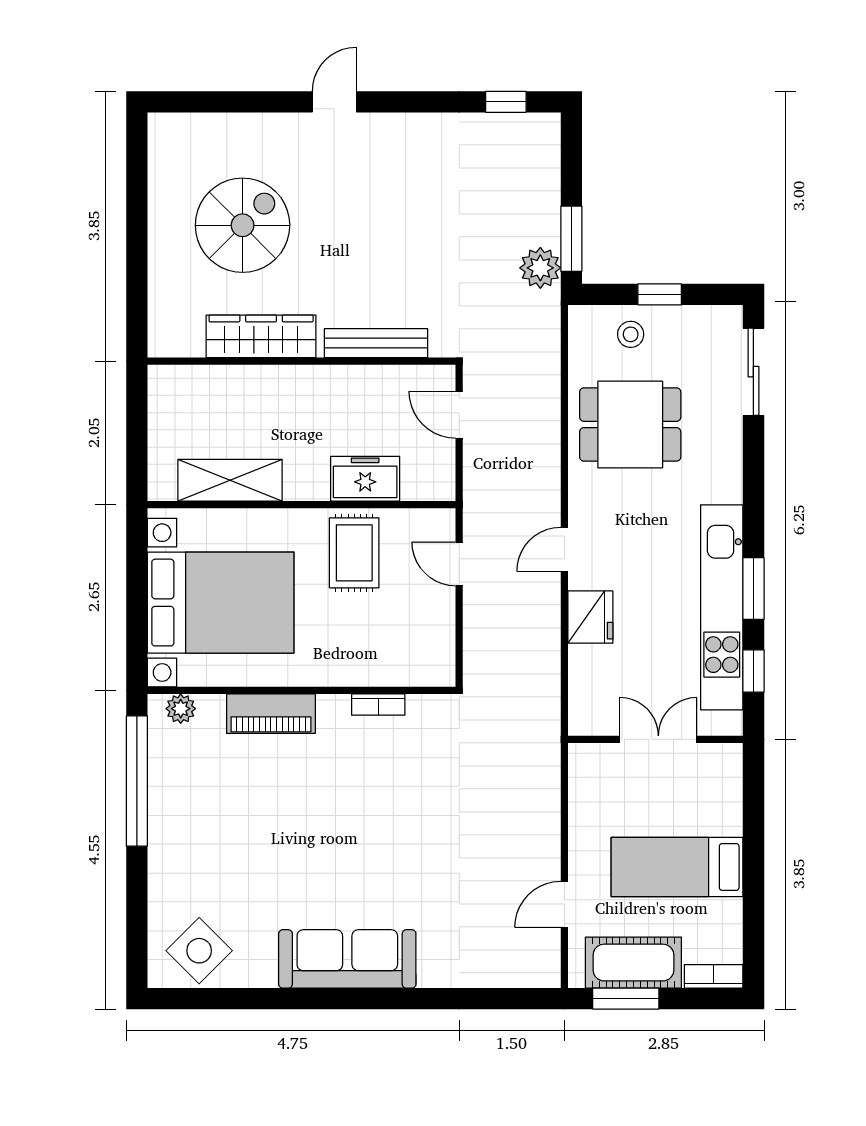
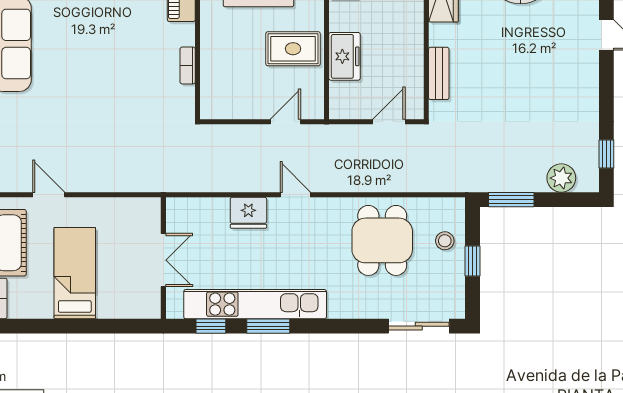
plant: (540, 268) -> (561, 178), moved
bench: (376, 343) -> (439, 73), width x0.73

